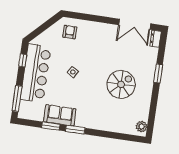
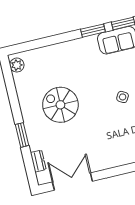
dresser: (155, 39) -> (38, 161), moved
spiral stairs: (121, 84) -> (60, 105), turned 90

